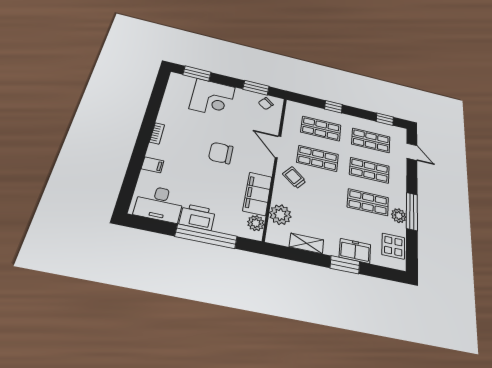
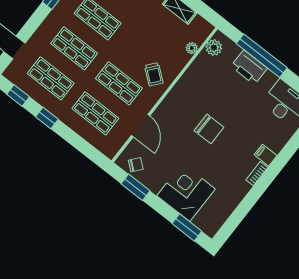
window: (334, 107) -> (47, 118), moved
door: (278, 147) -> (141, 126), moved
filing cabinet: (153, 165) -> (266, 155), moved
filing cabinet: (257, 194) -> (197, 74), removed
plant: (280, 215) -> (192, 48), width x0.53, depth x0.53
printer: (197, 217) -> (249, 67), moved

